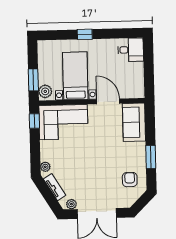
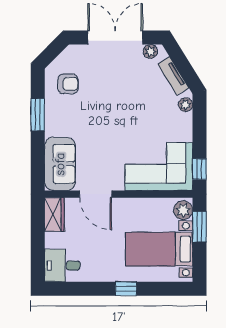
bed with nightstands: (75, 76) -> (159, 249), moved, turned 90
wardrobe: (137, 86) -> (54, 214), added
armchair: (130, 180) -> (68, 84), turned -90

